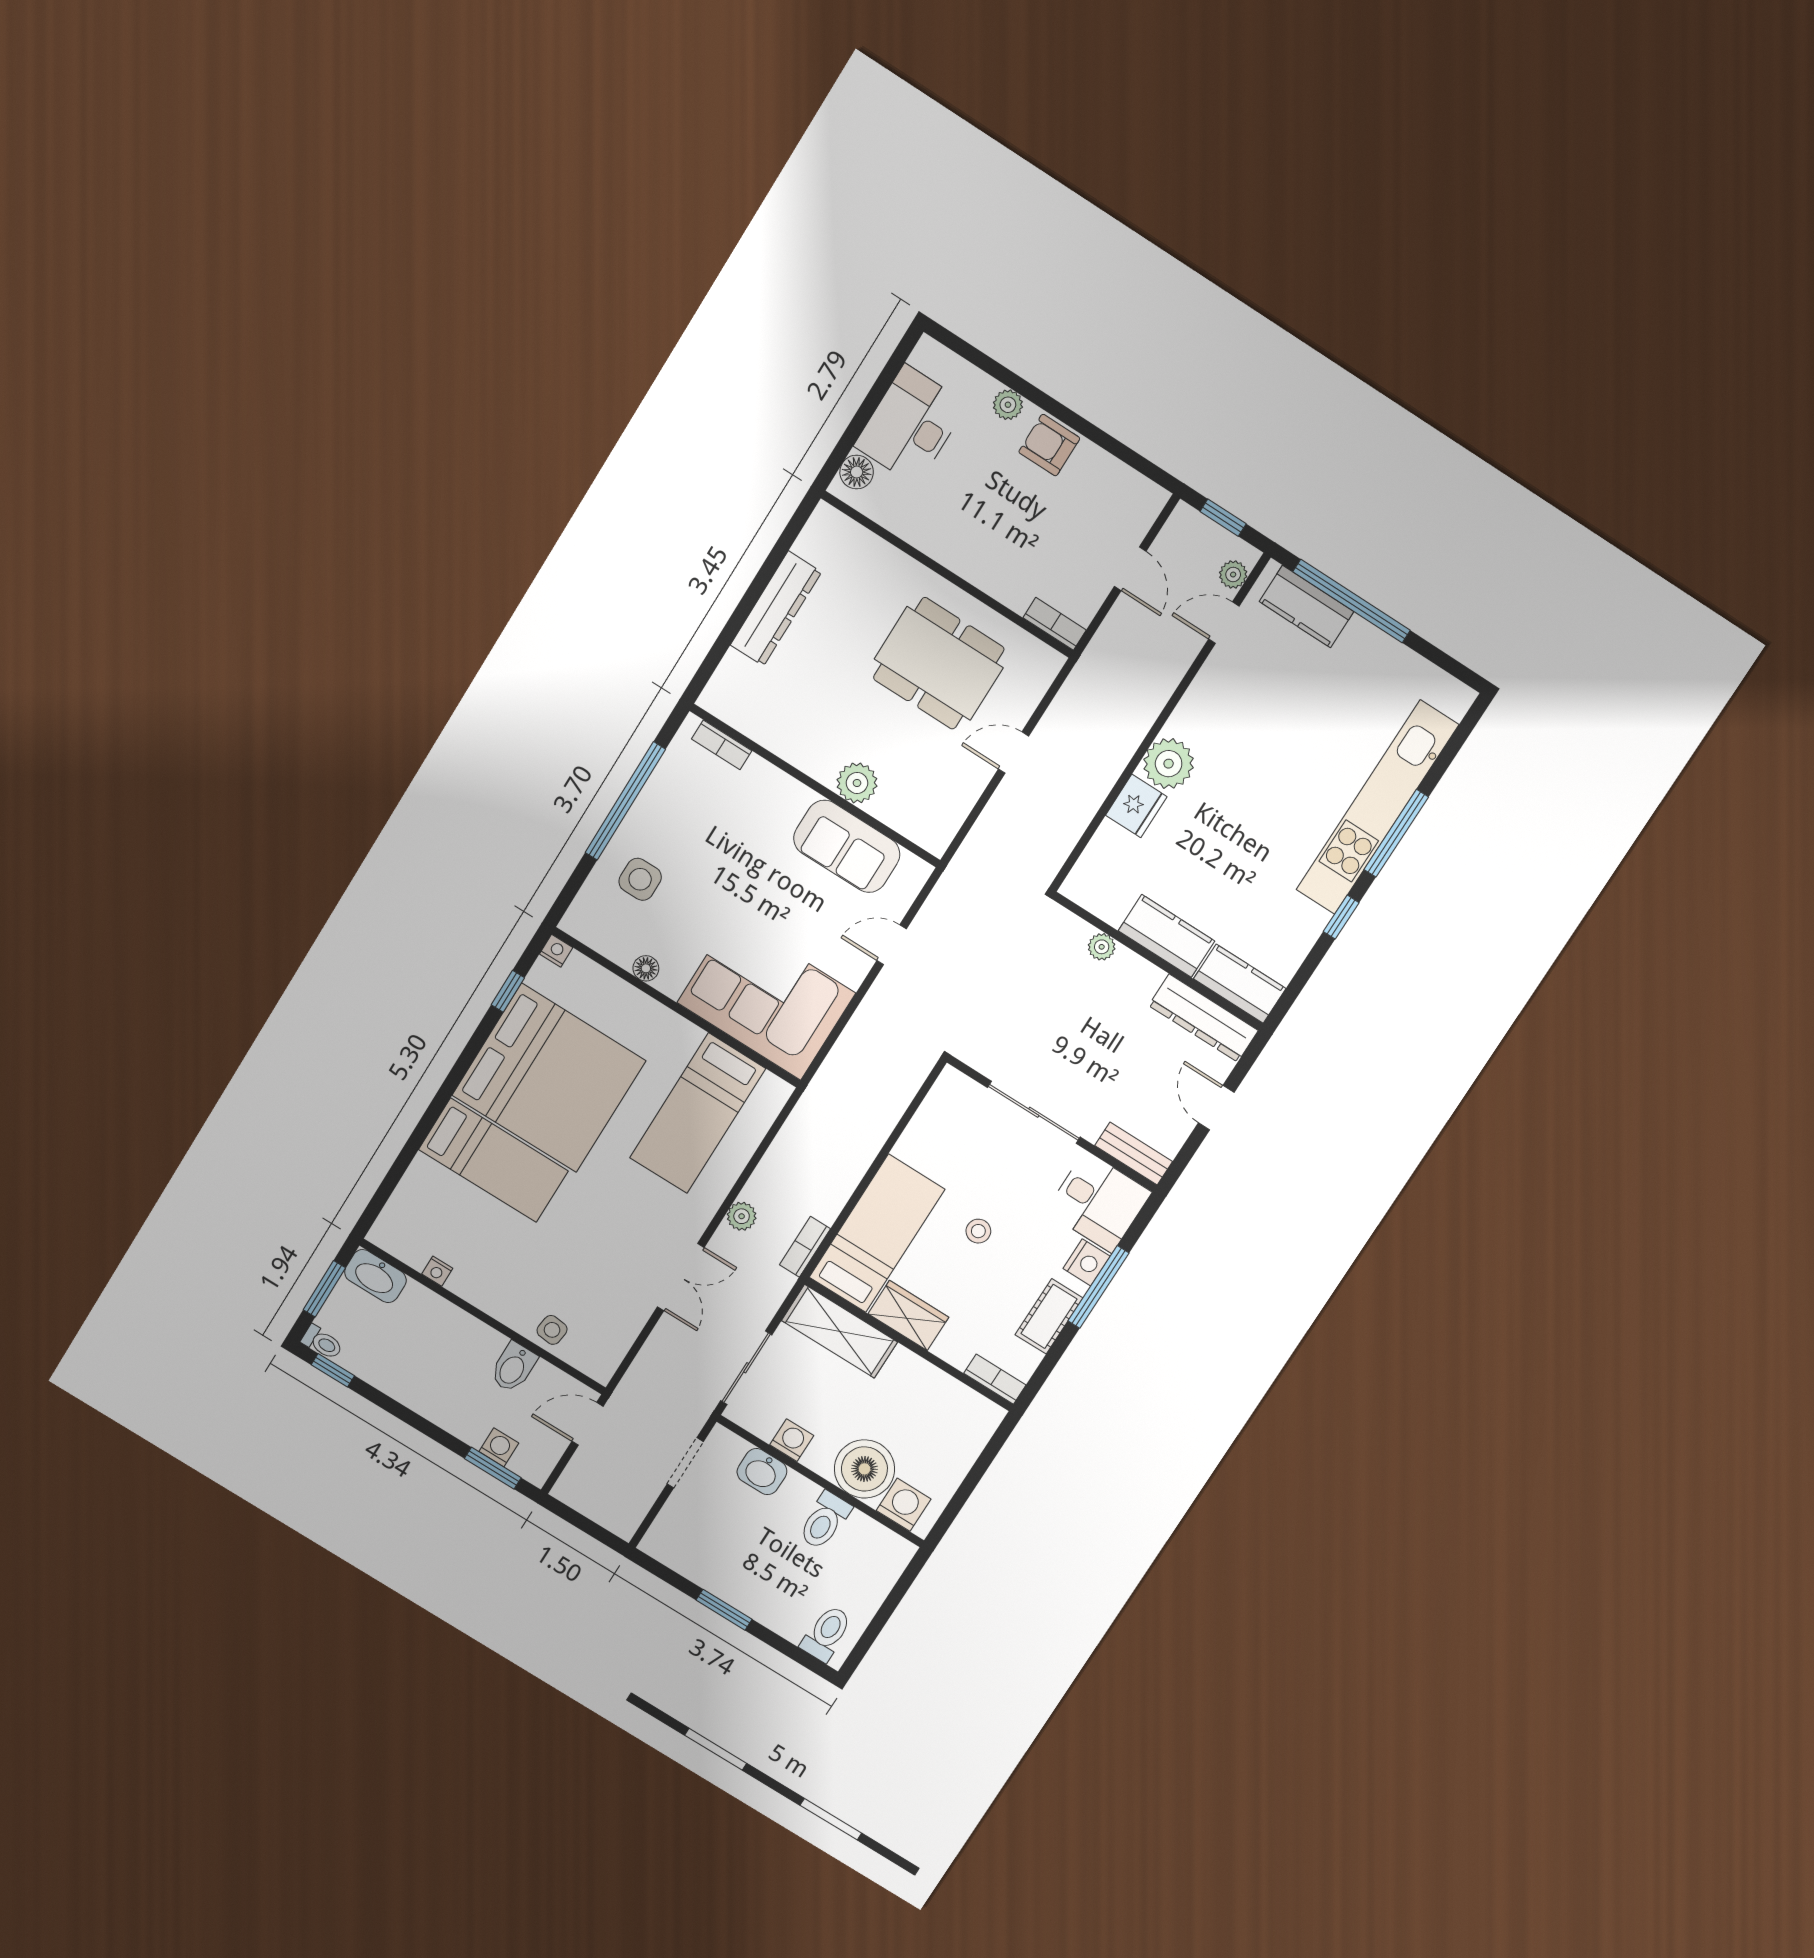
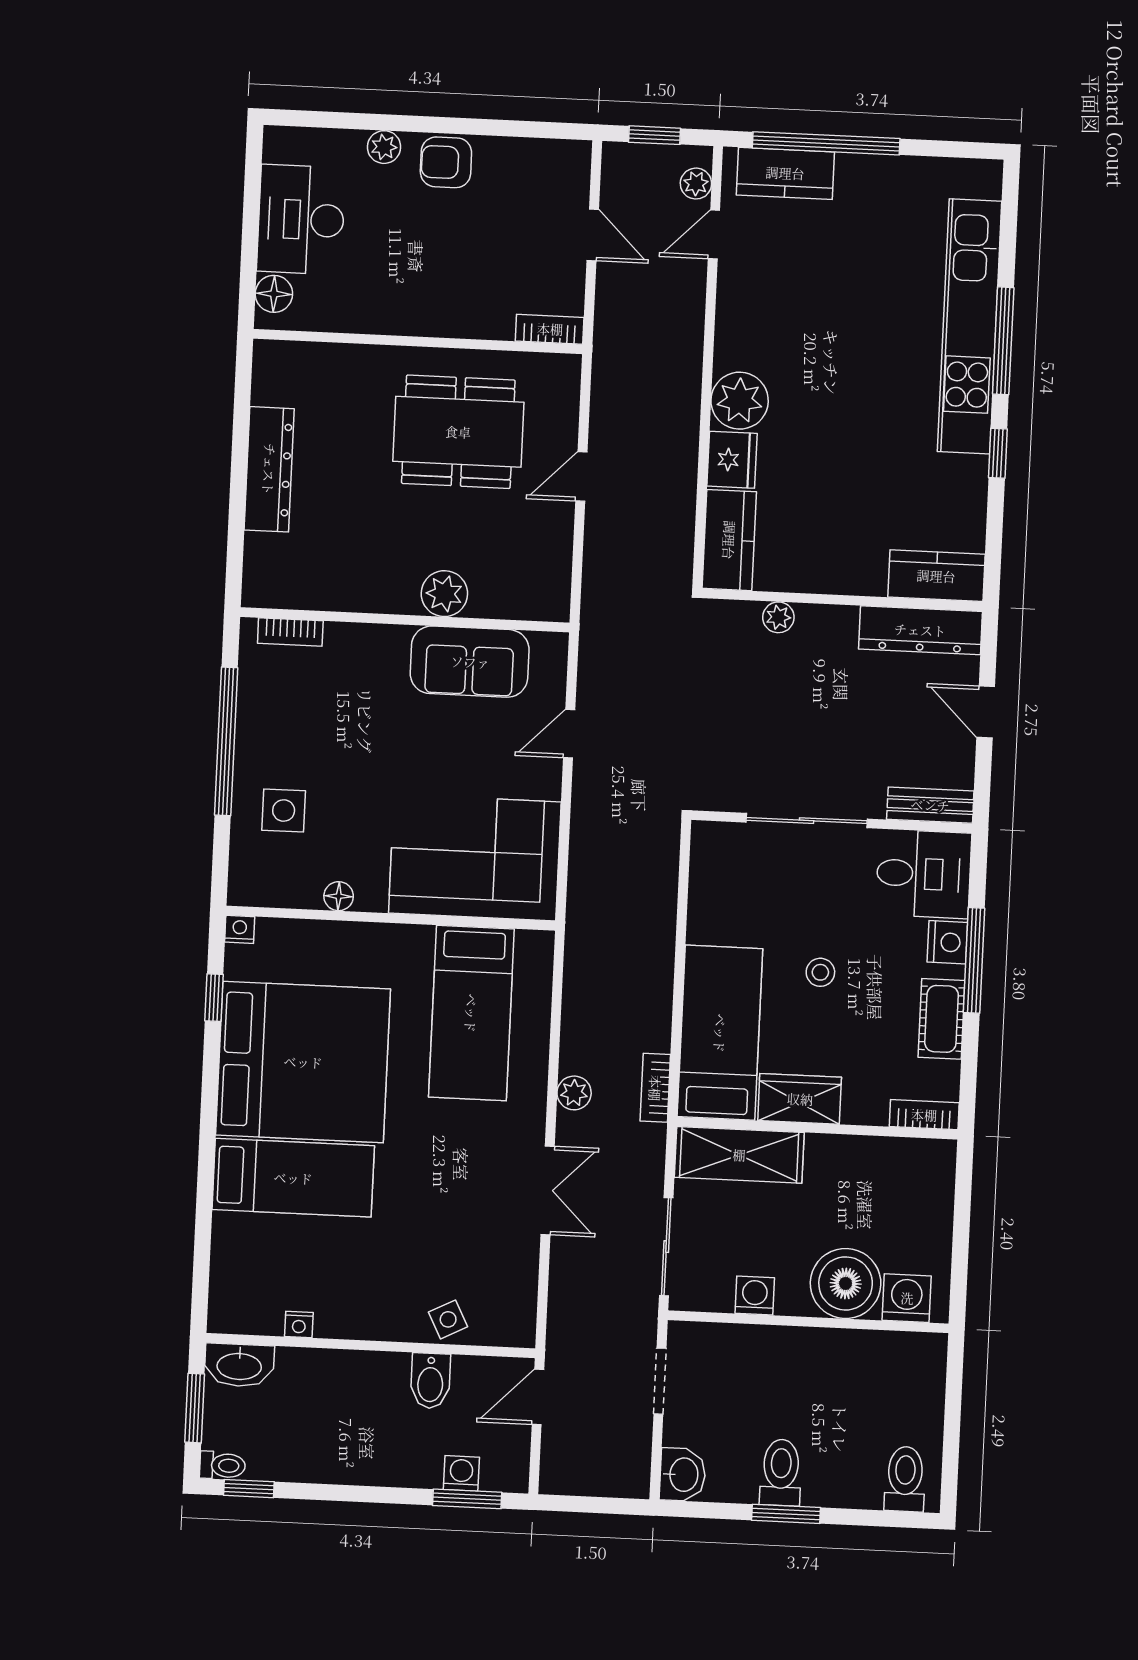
kitchen counter: (1167, 936) -> (729, 540), moved, turned 90
side table: (552, 1330) -> (448, 1319), turned -34
washbasin: (762, 1472) -> (683, 1475), moved, turned -90
toilet: (825, 1521) -> (781, 1472), moved, turned 180

